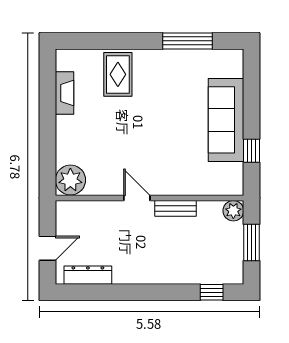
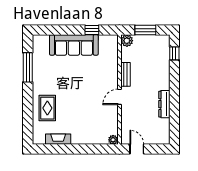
rug: (118, 74) -> (47, 108), turned 90
plant: (70, 180) -> (113, 140), width x0.53, depth x0.53
door: (47, 248) -> (137, 149), moved
dresser: (88, 275) -> (164, 104), moved

